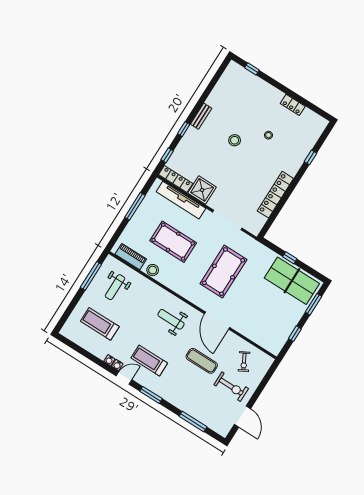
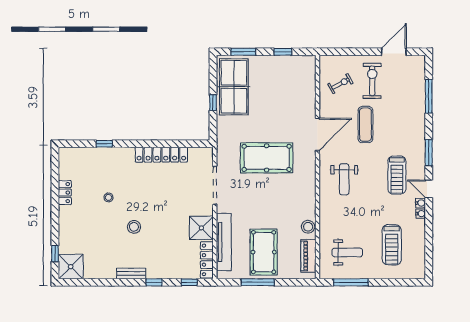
shower: (235, 74) -> (71, 267), added
pool table: (173, 242) -> (264, 252), moved

